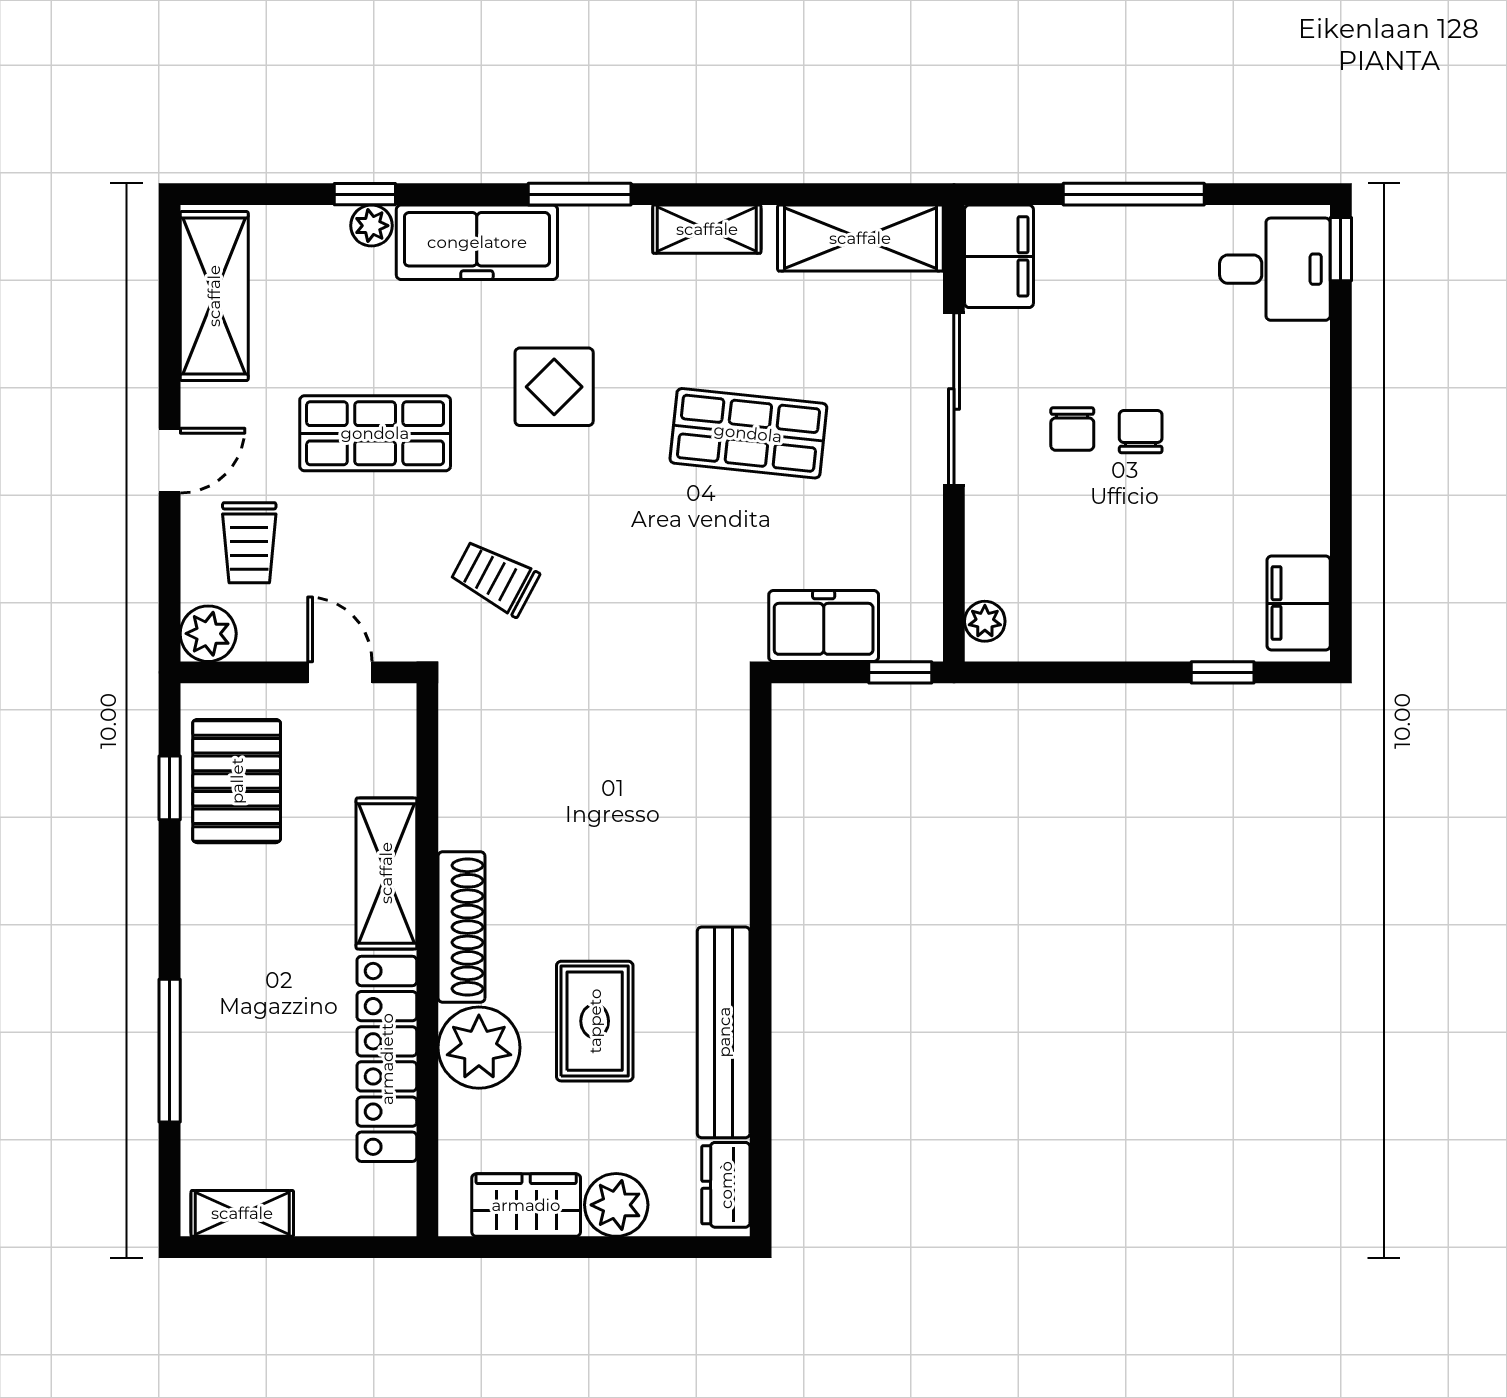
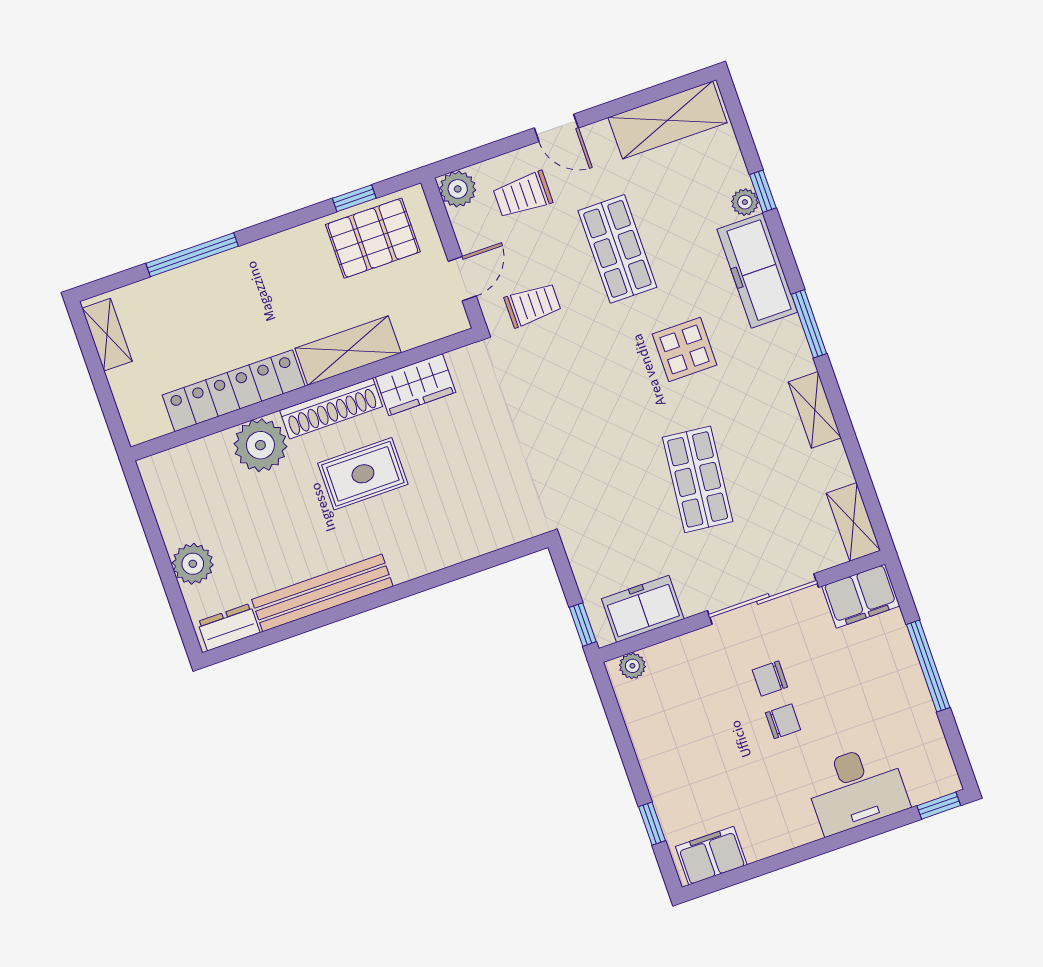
shelving: (860, 238) -> (853, 522), width x0.67, depth x0.75
desk: (1275, 269) -> (856, 789), moved, width x1.37
trolley: (495, 578) -> (533, 305), moved, turned 62
freezer: (824, 626) -> (643, 609), moved, turned -90
rug: (595, 1021) -> (363, 474), moved
wardrobe: (526, 1205) -> (416, 385), moved, turned 90

